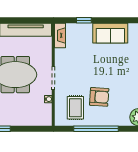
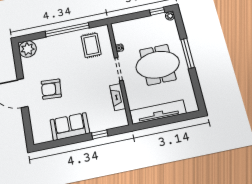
fireplace: (60, 35) -> (118, 97), moved
armchair: (99, 97) -> (51, 89), moved

